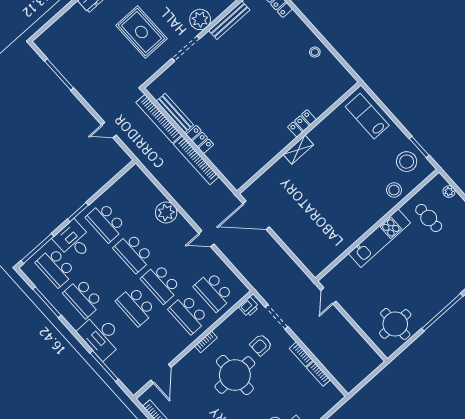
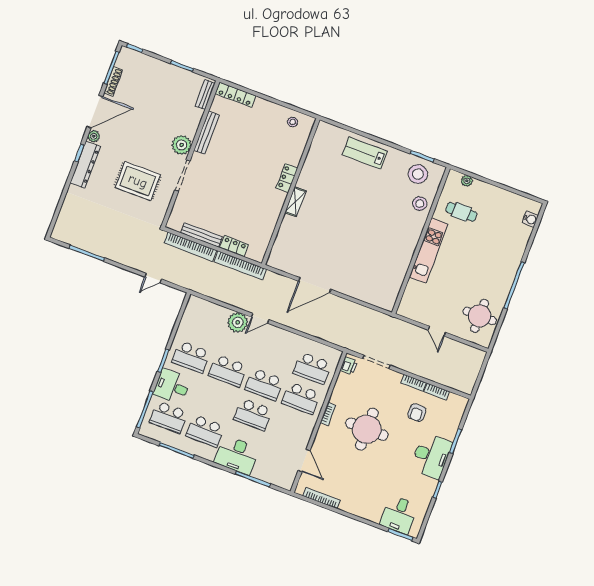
locker: (302, 123) -> (287, 178), moved
wall: (299, 138) -> (291, 192), moved
shelving: (298, 150) -> (295, 202), moved
door: (206, 239) -> (260, 318), moved
door: (328, 296) -> (437, 331), moved
armchair: (261, 345) -> (417, 413), moved

